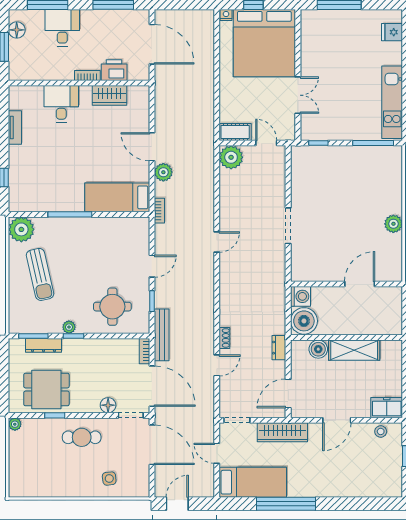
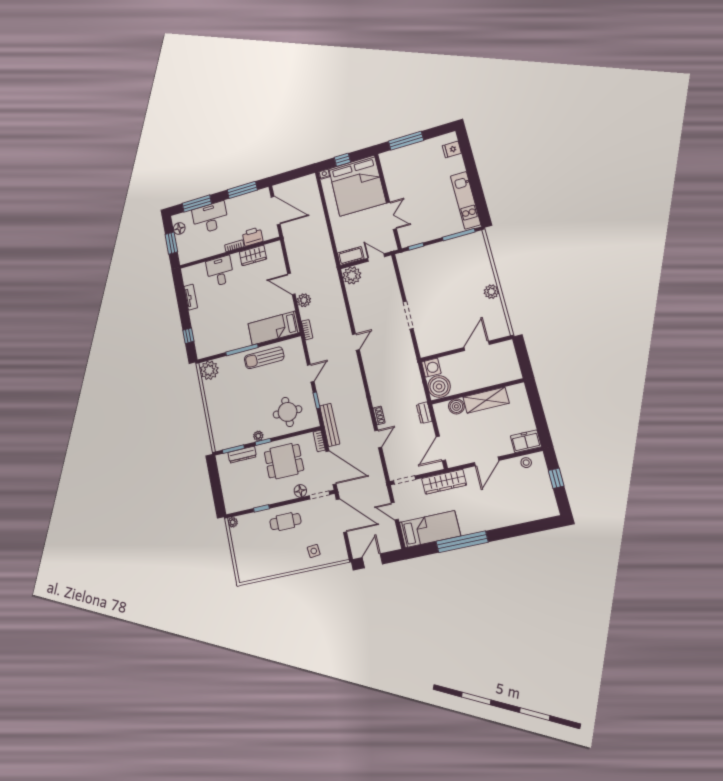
desk: (62, 28) -> (210, 218), width x1.37
sun lounger: (40, 274) -> (264, 358), moved, turned 103
dining table: (46, 390) -> (284, 461), moved

